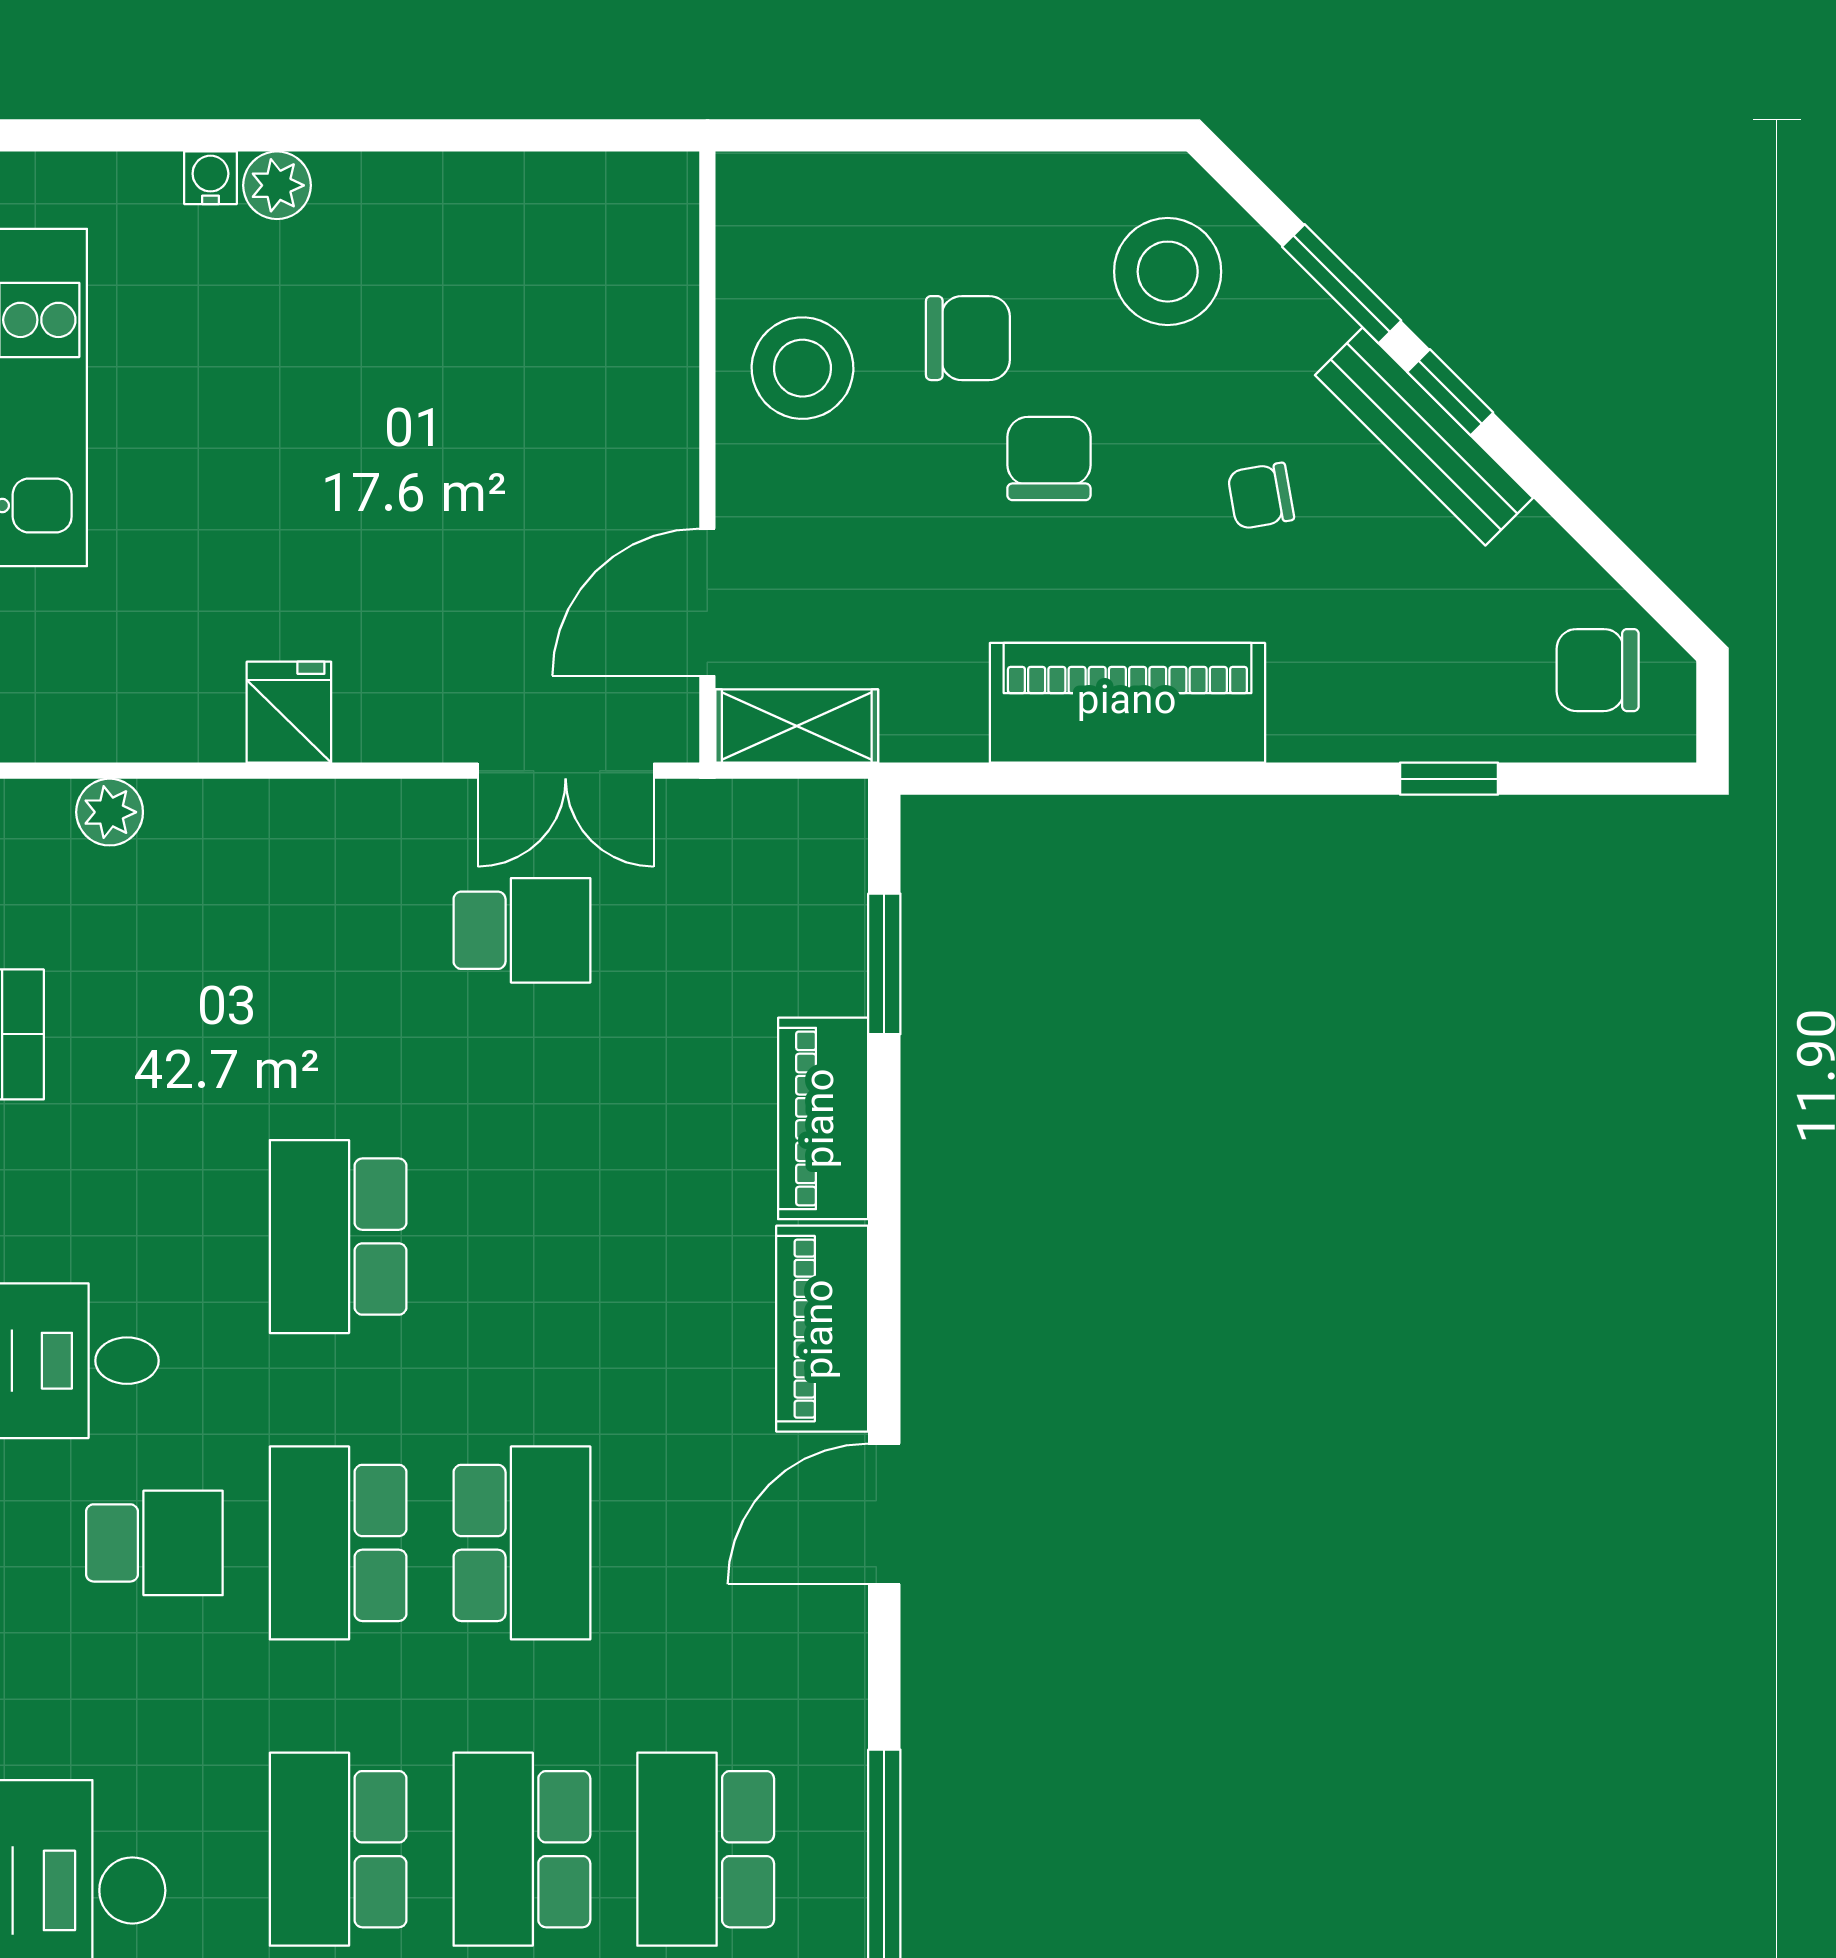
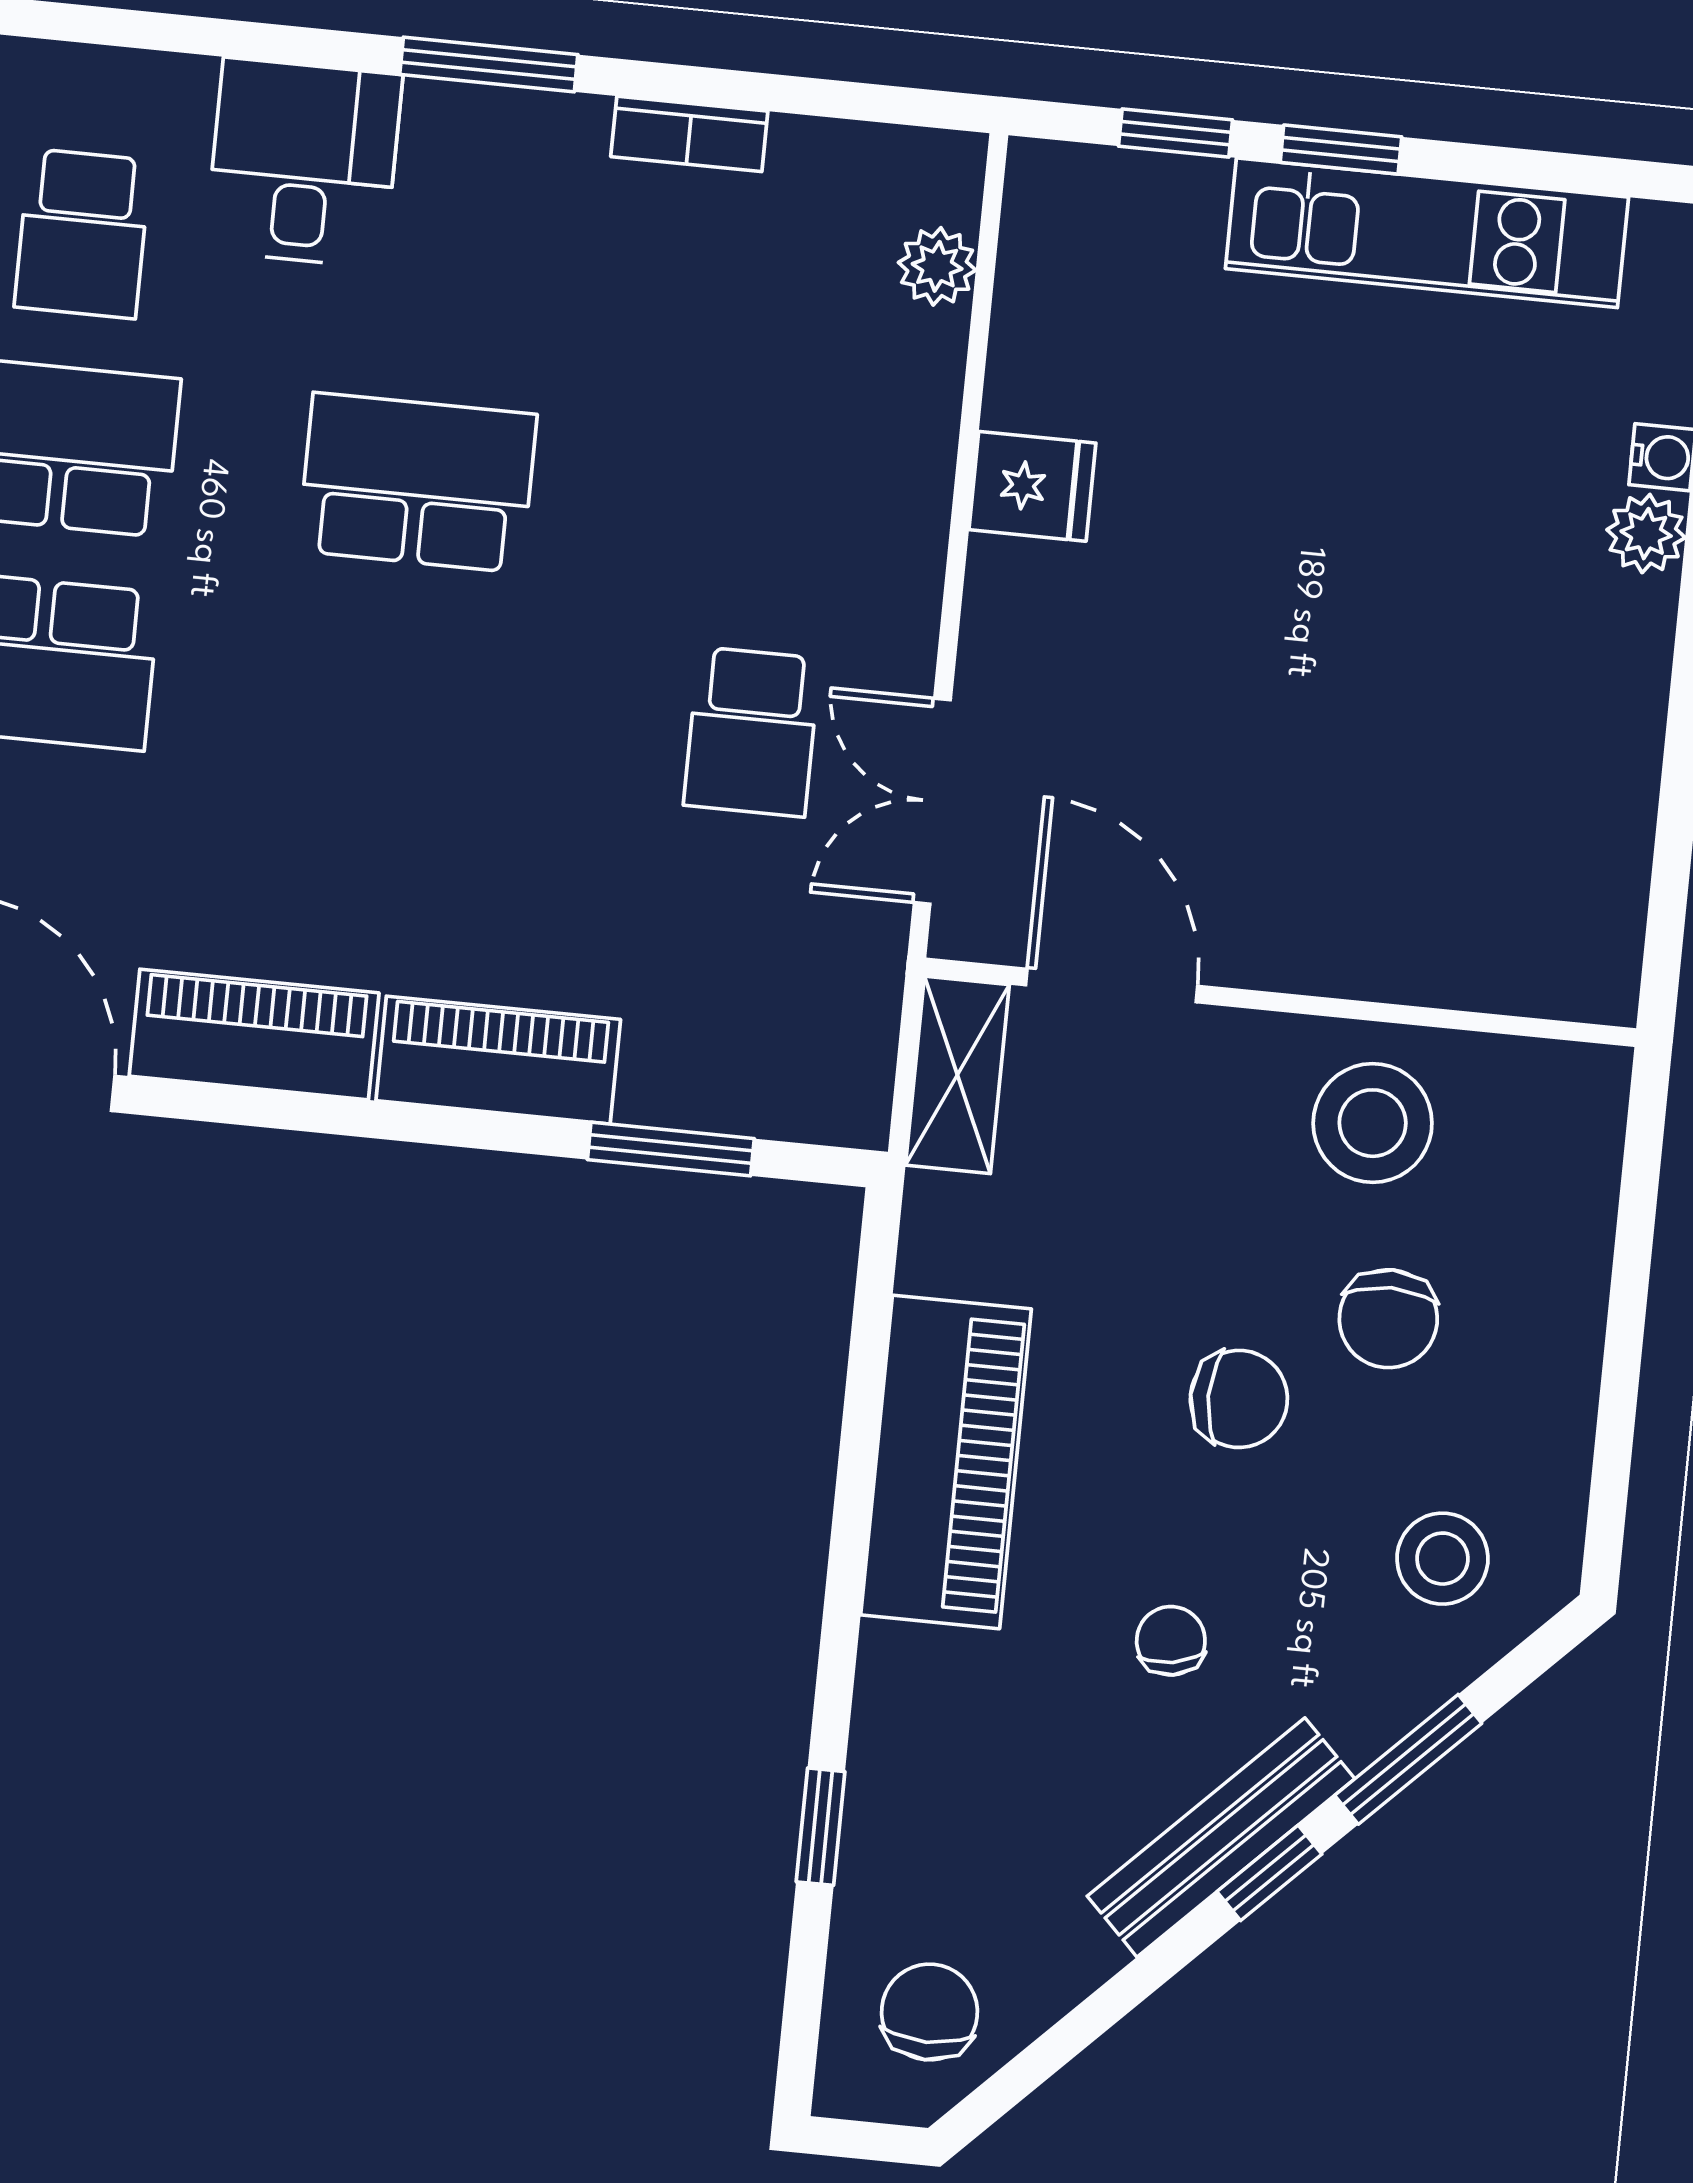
stool: (1168, 272) -> (1442, 1559), width x0.73, depth x0.73

